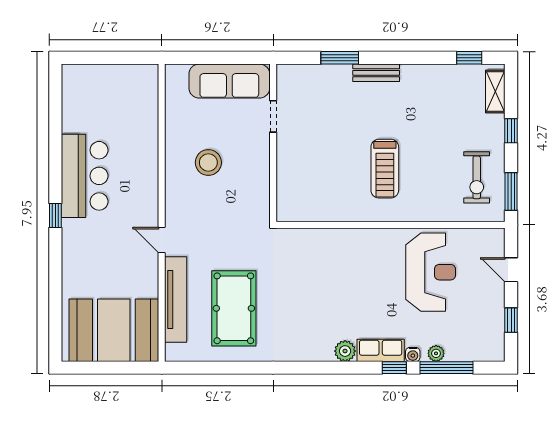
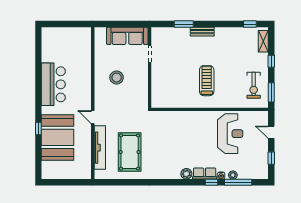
treadmill: (385, 169) -> (207, 81), turned 180
window: (55, 215) -> (38, 128), moved
booth: (114, 330) -> (58, 137), moved, turned 90

